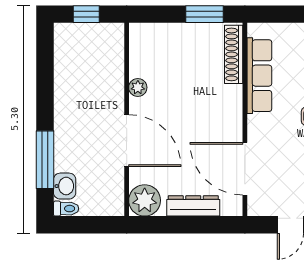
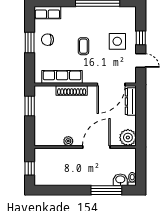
shoe rack: (234, 54) -> (72, 90), moved
dresser: (193, 206) -> (131, 102), moved

